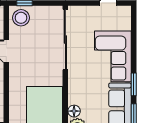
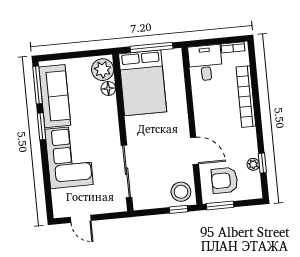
sliding door: (65, 39) -> (127, 171), width x0.73

